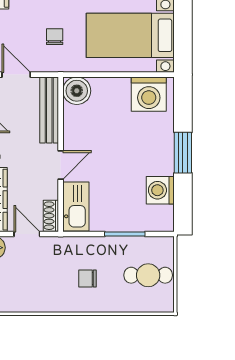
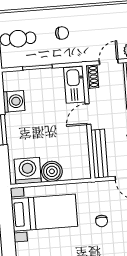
chair: (55, 37) -> (102, 221), moved
boiler: (77, 91) -> (52, 171), moved
door: (27, 234) -> (109, 62), swing flipped

